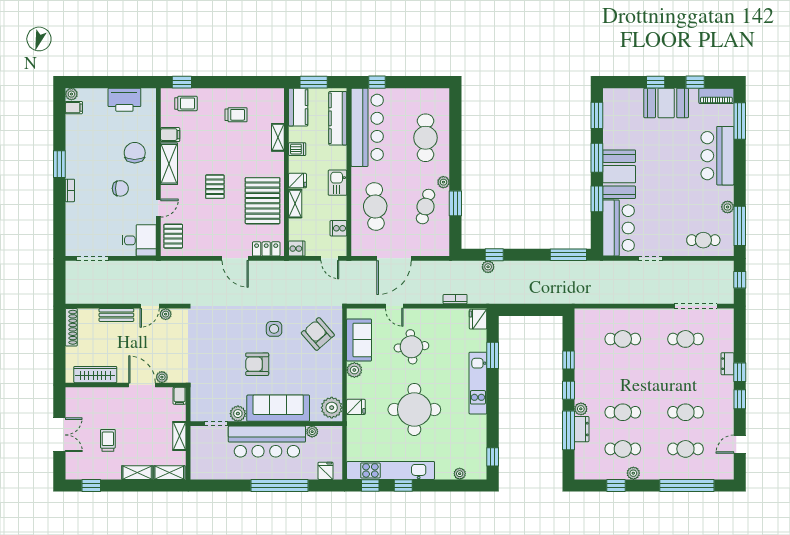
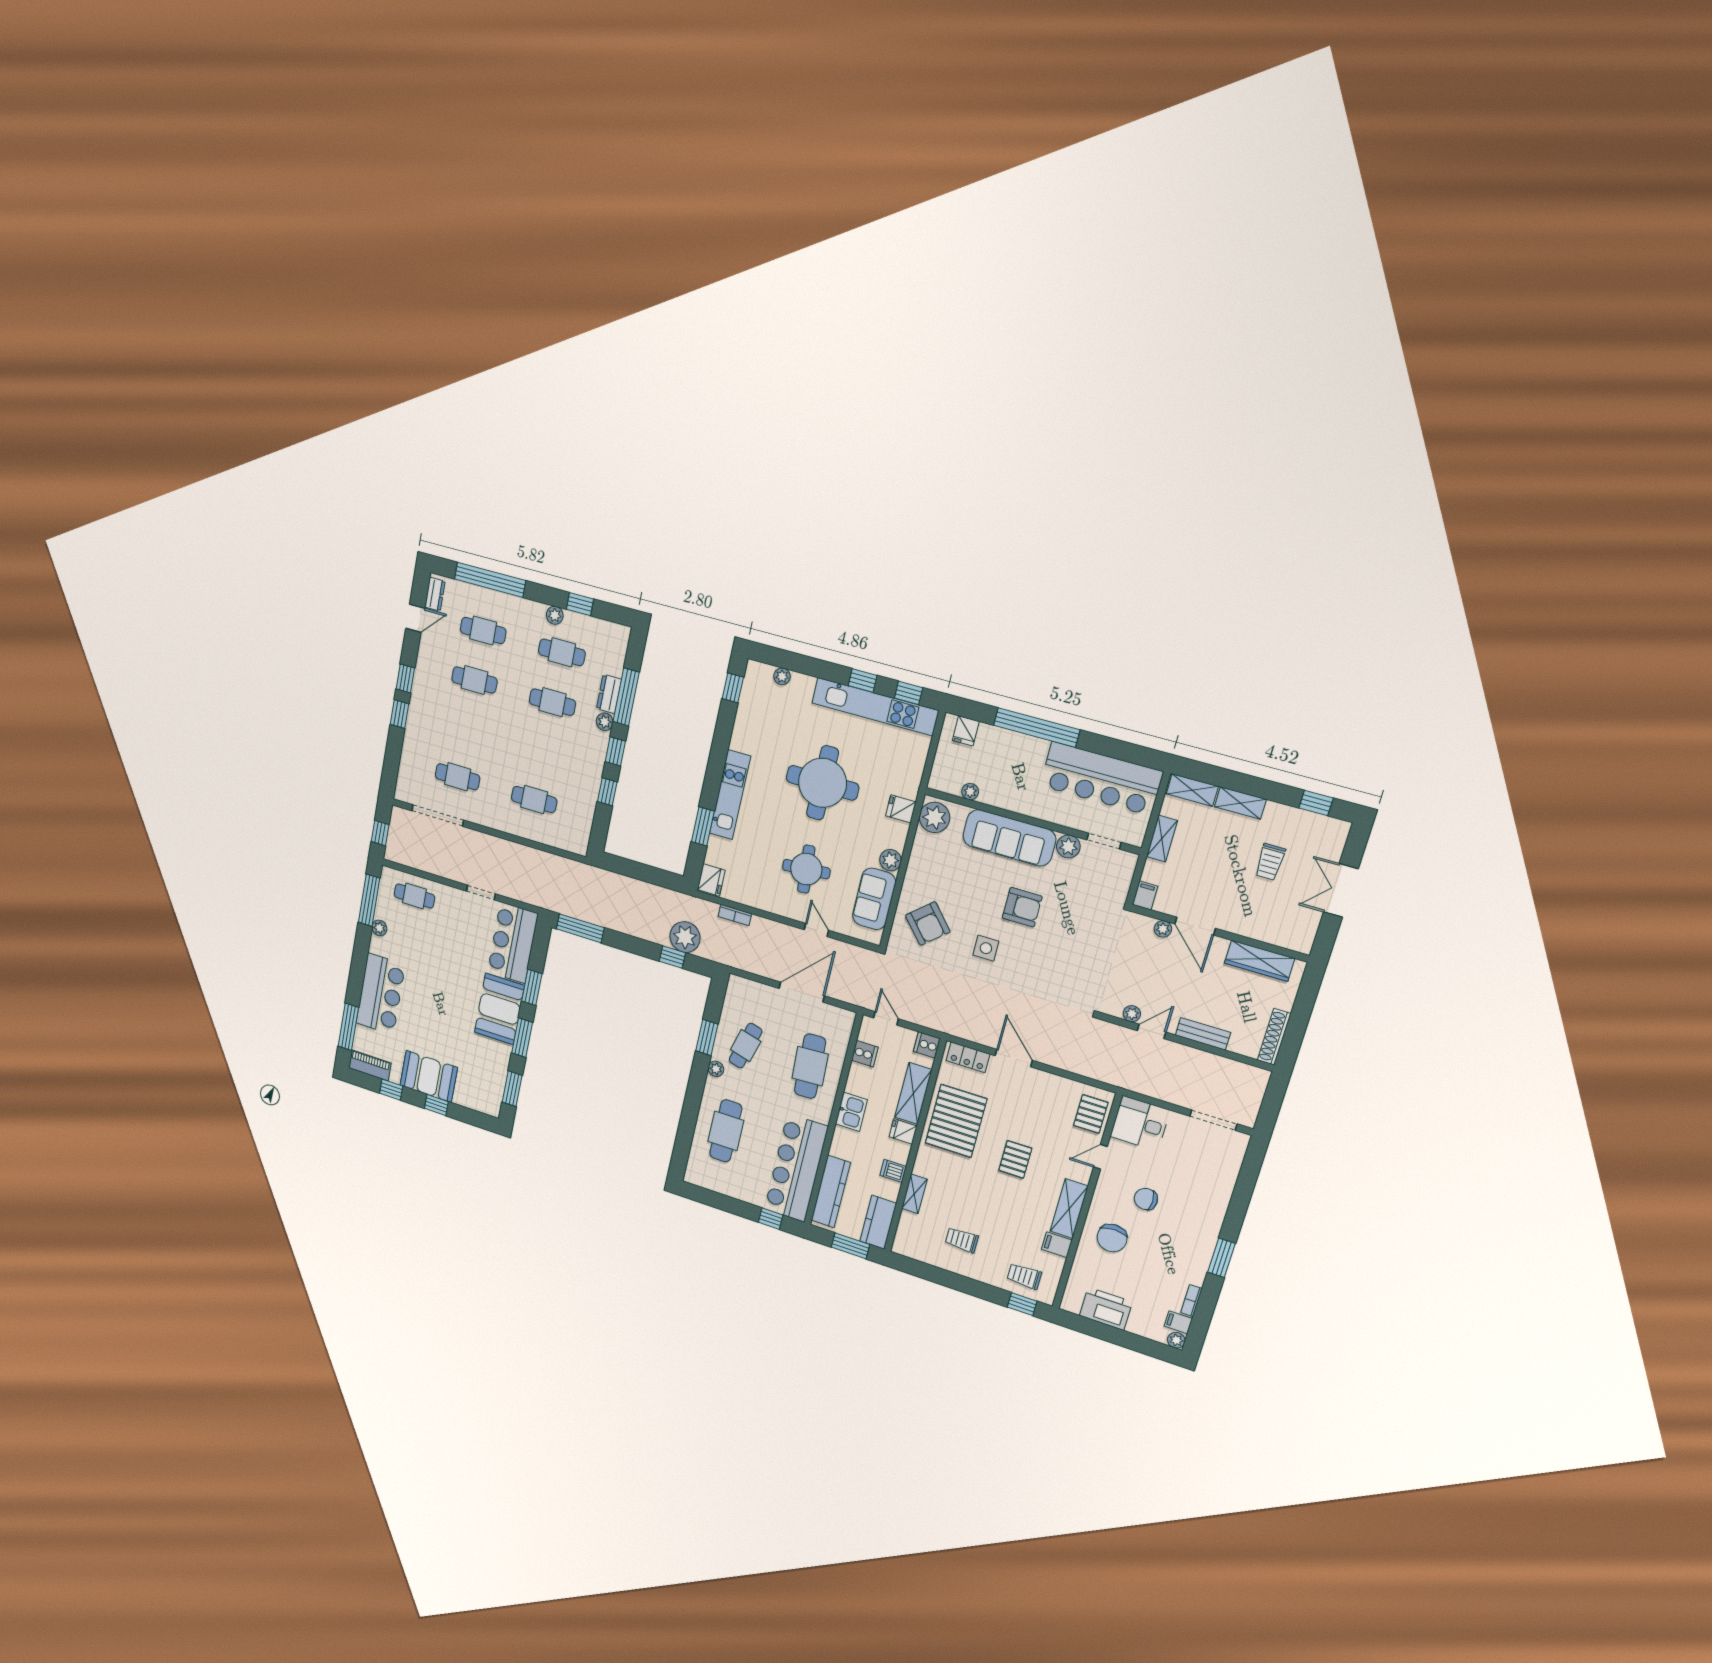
bookcase: (70, 190) -> (1191, 1301), moved
shelving: (295, 204) -> (913, 1093), width x1.50, depth x1.33
plant: (488, 267) -> (685, 937), width x1.88, depth x1.88
dresser: (728, 364) -> (435, 594), moved
bar counter: (267, 442) -> (1101, 779), moved, turned 180

